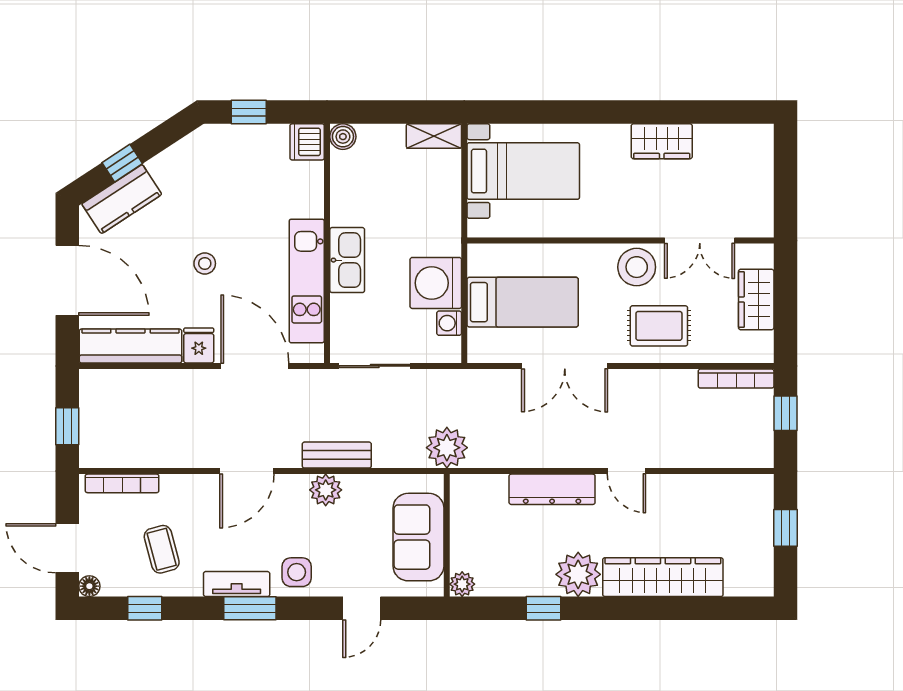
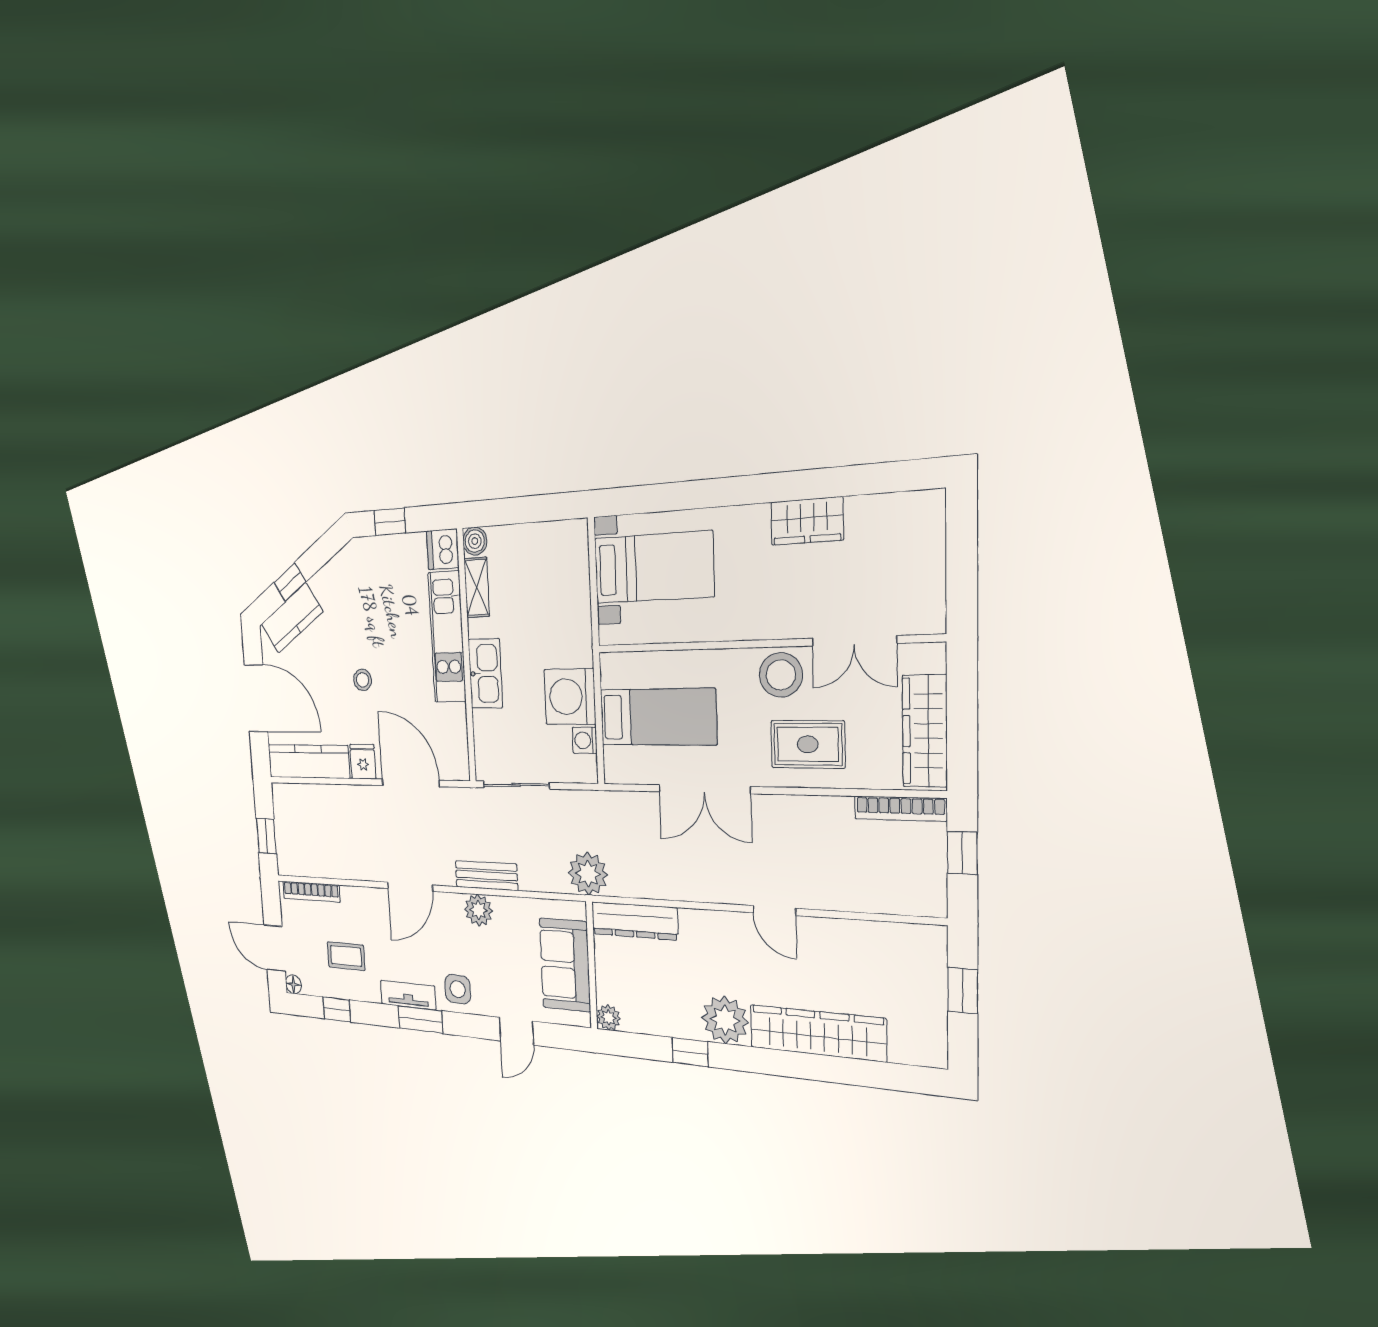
shelving: (434, 136) -> (477, 587), moved, turned 90
kitchen unit: (307, 281) -> (447, 637), moved
wardrobe: (756, 300) -> (925, 731), width x1.50
dresser: (552, 489) -> (634, 921), moved
coffee table: (162, 549) -> (346, 956), turned -75

